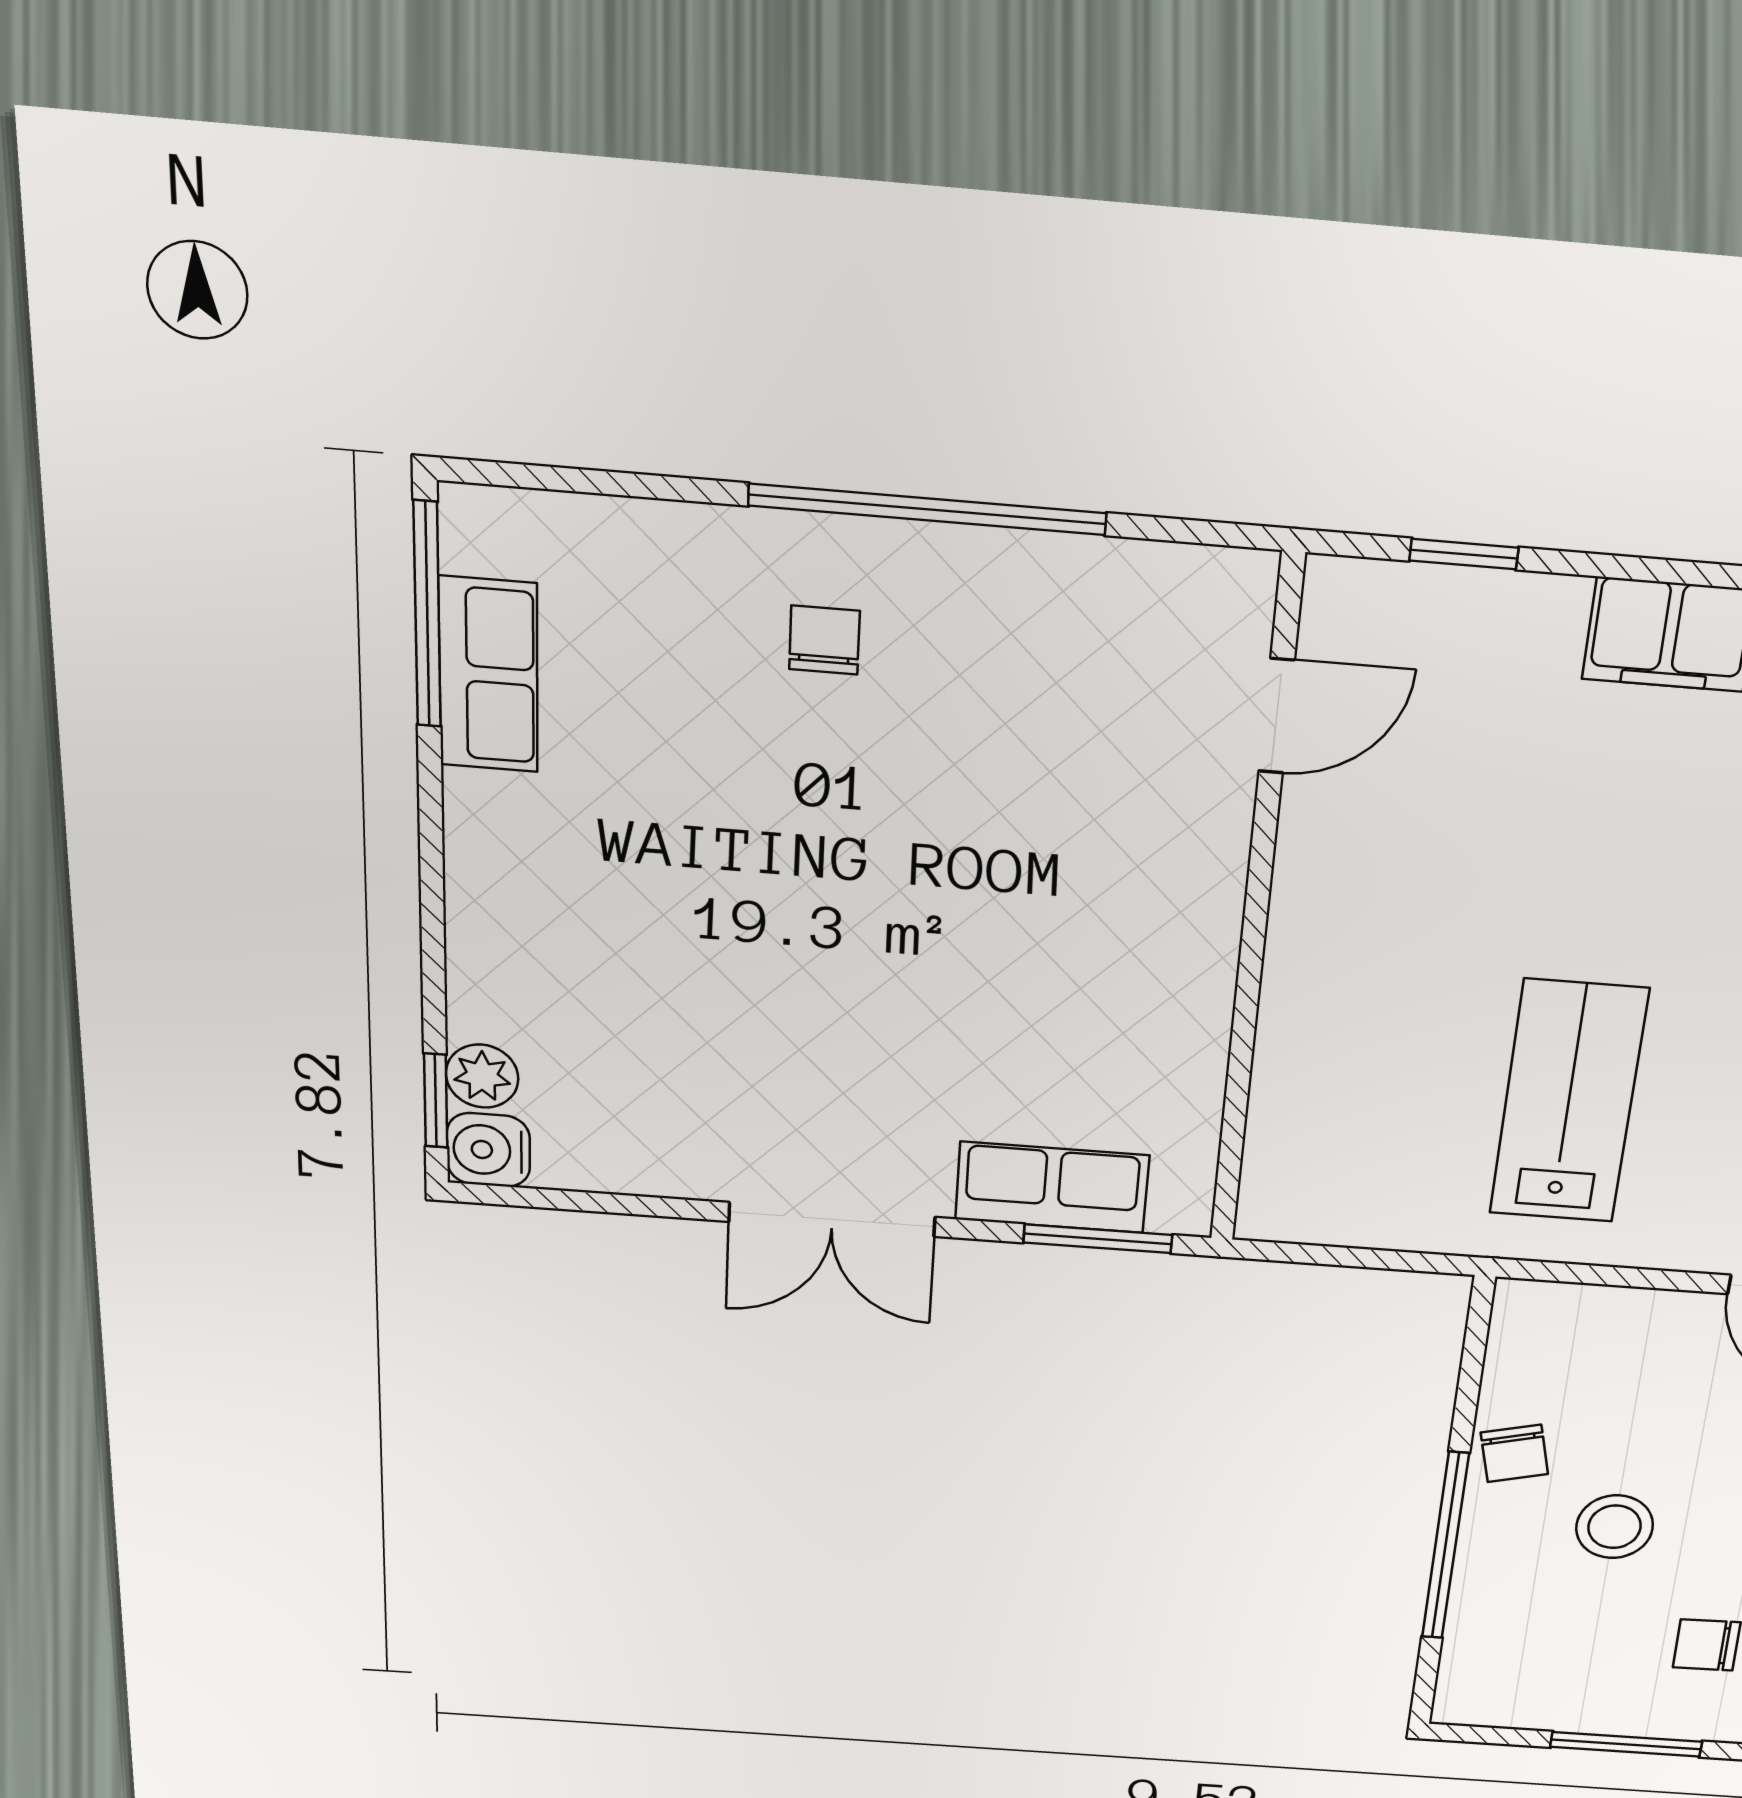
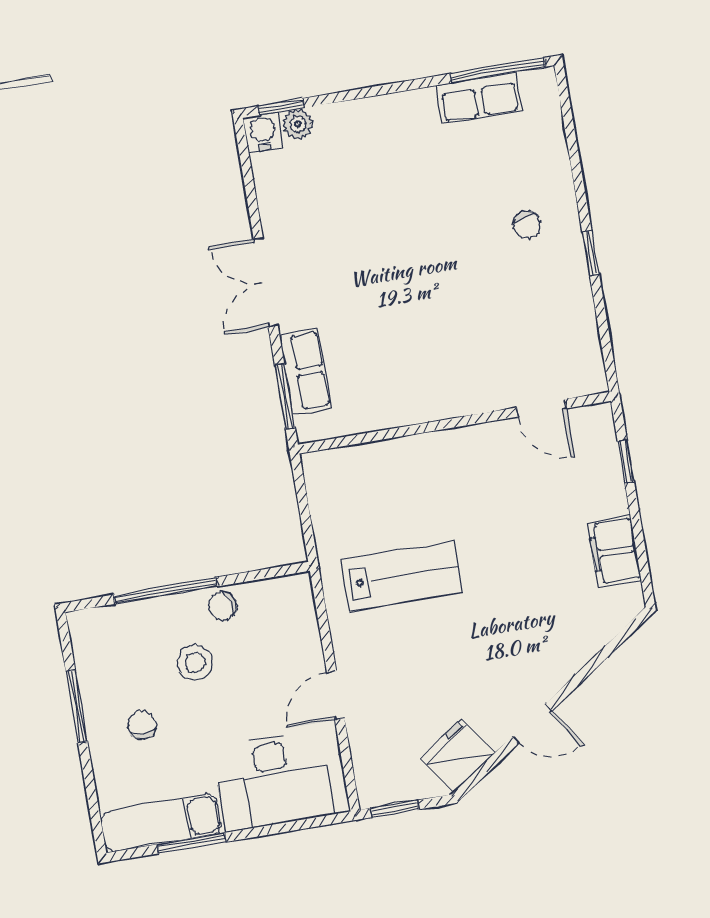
window: (928, 509) -> (591, 253), width x0.32
chair: (824, 640) -> (527, 225), turned 80

